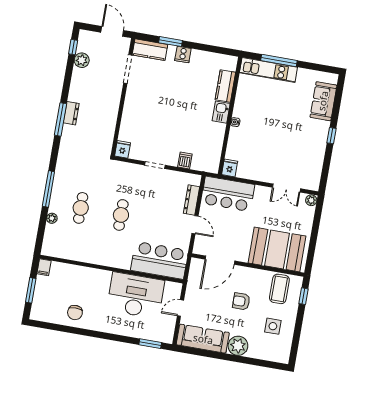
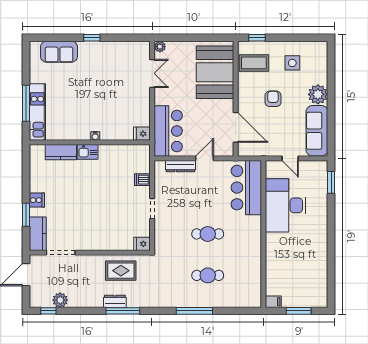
rug: (100, 124) -> (121, 271), added
plant: (52, 218) -> (223, 302), removed
armchair: (241, 301) -> (273, 99), turned 180
chair: (75, 313) -> (313, 263), removed

